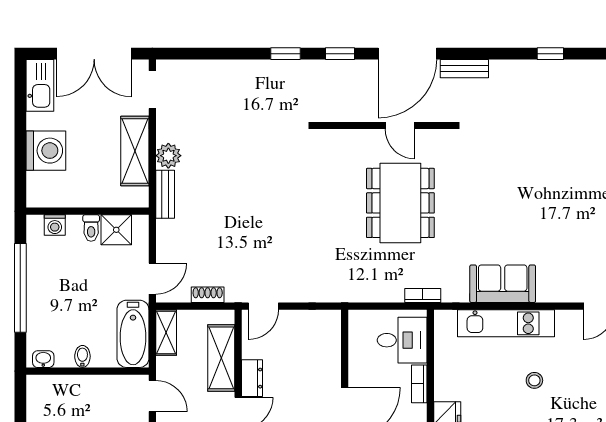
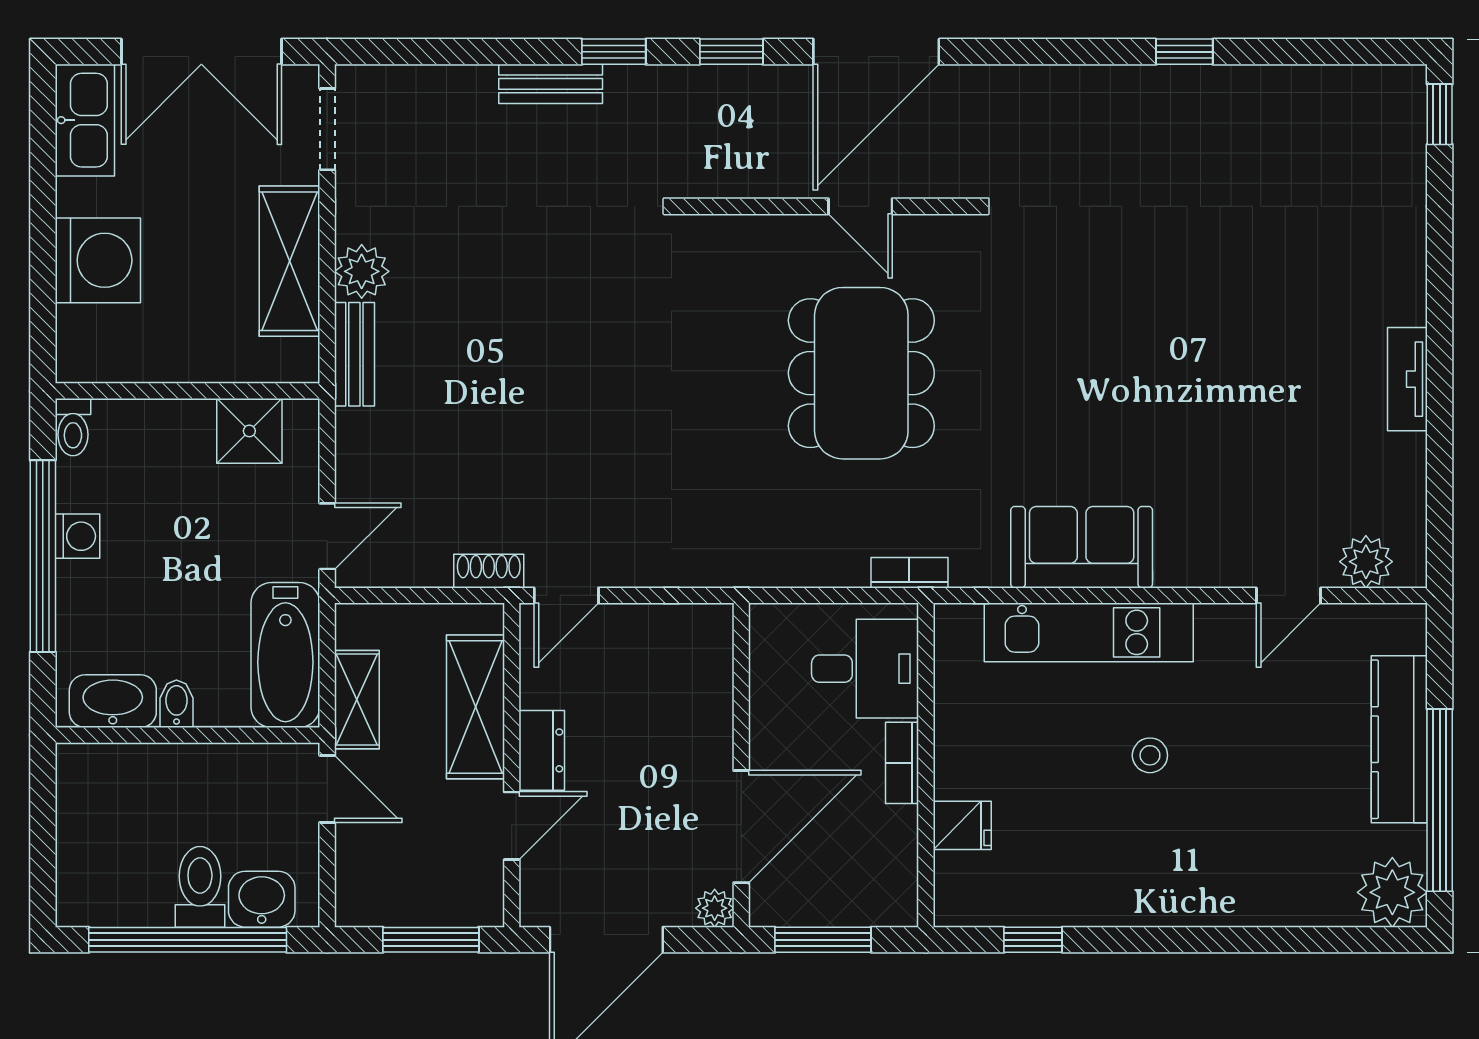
bench: (464, 69) -> (551, 84), moved
washing machine: (55, 225) -> (77, 536), moved, turned -90
toilet: (91, 228) -> (73, 427), moved
shoe rack: (208, 295) -> (489, 571), moved
shelving: (166, 333) -> (357, 700), moved
washbasin: (43, 359) -> (113, 701), width x1.91, depth x1.45

